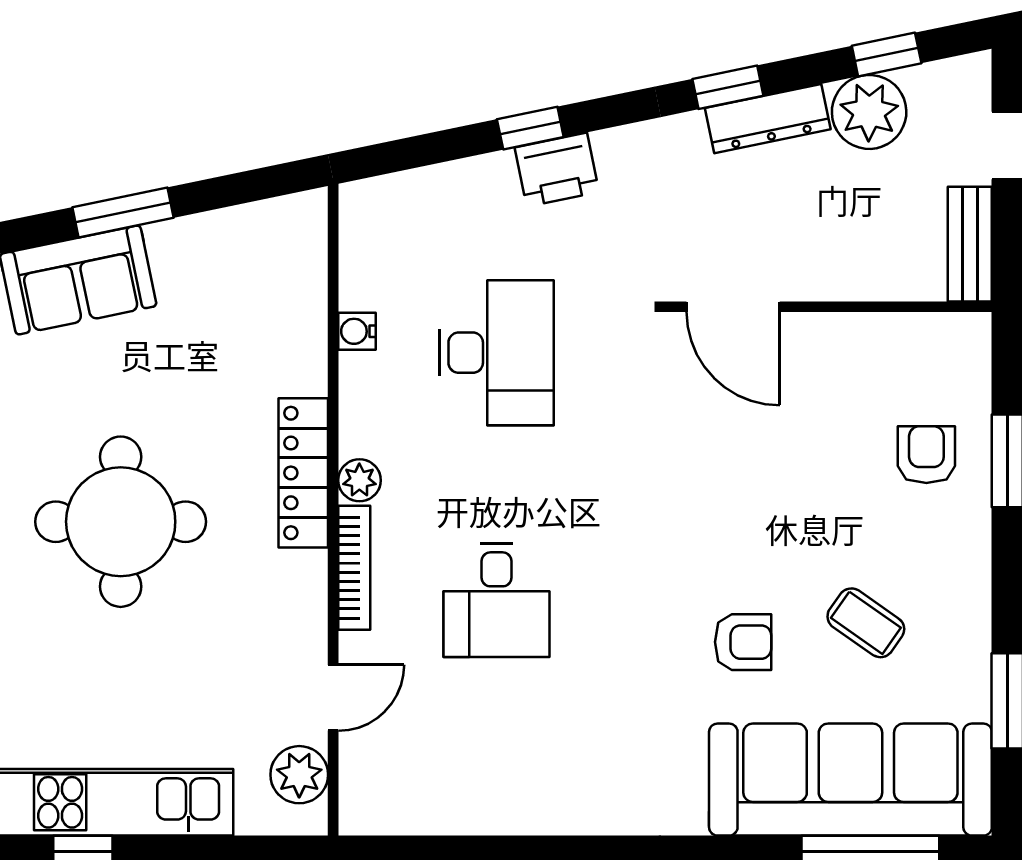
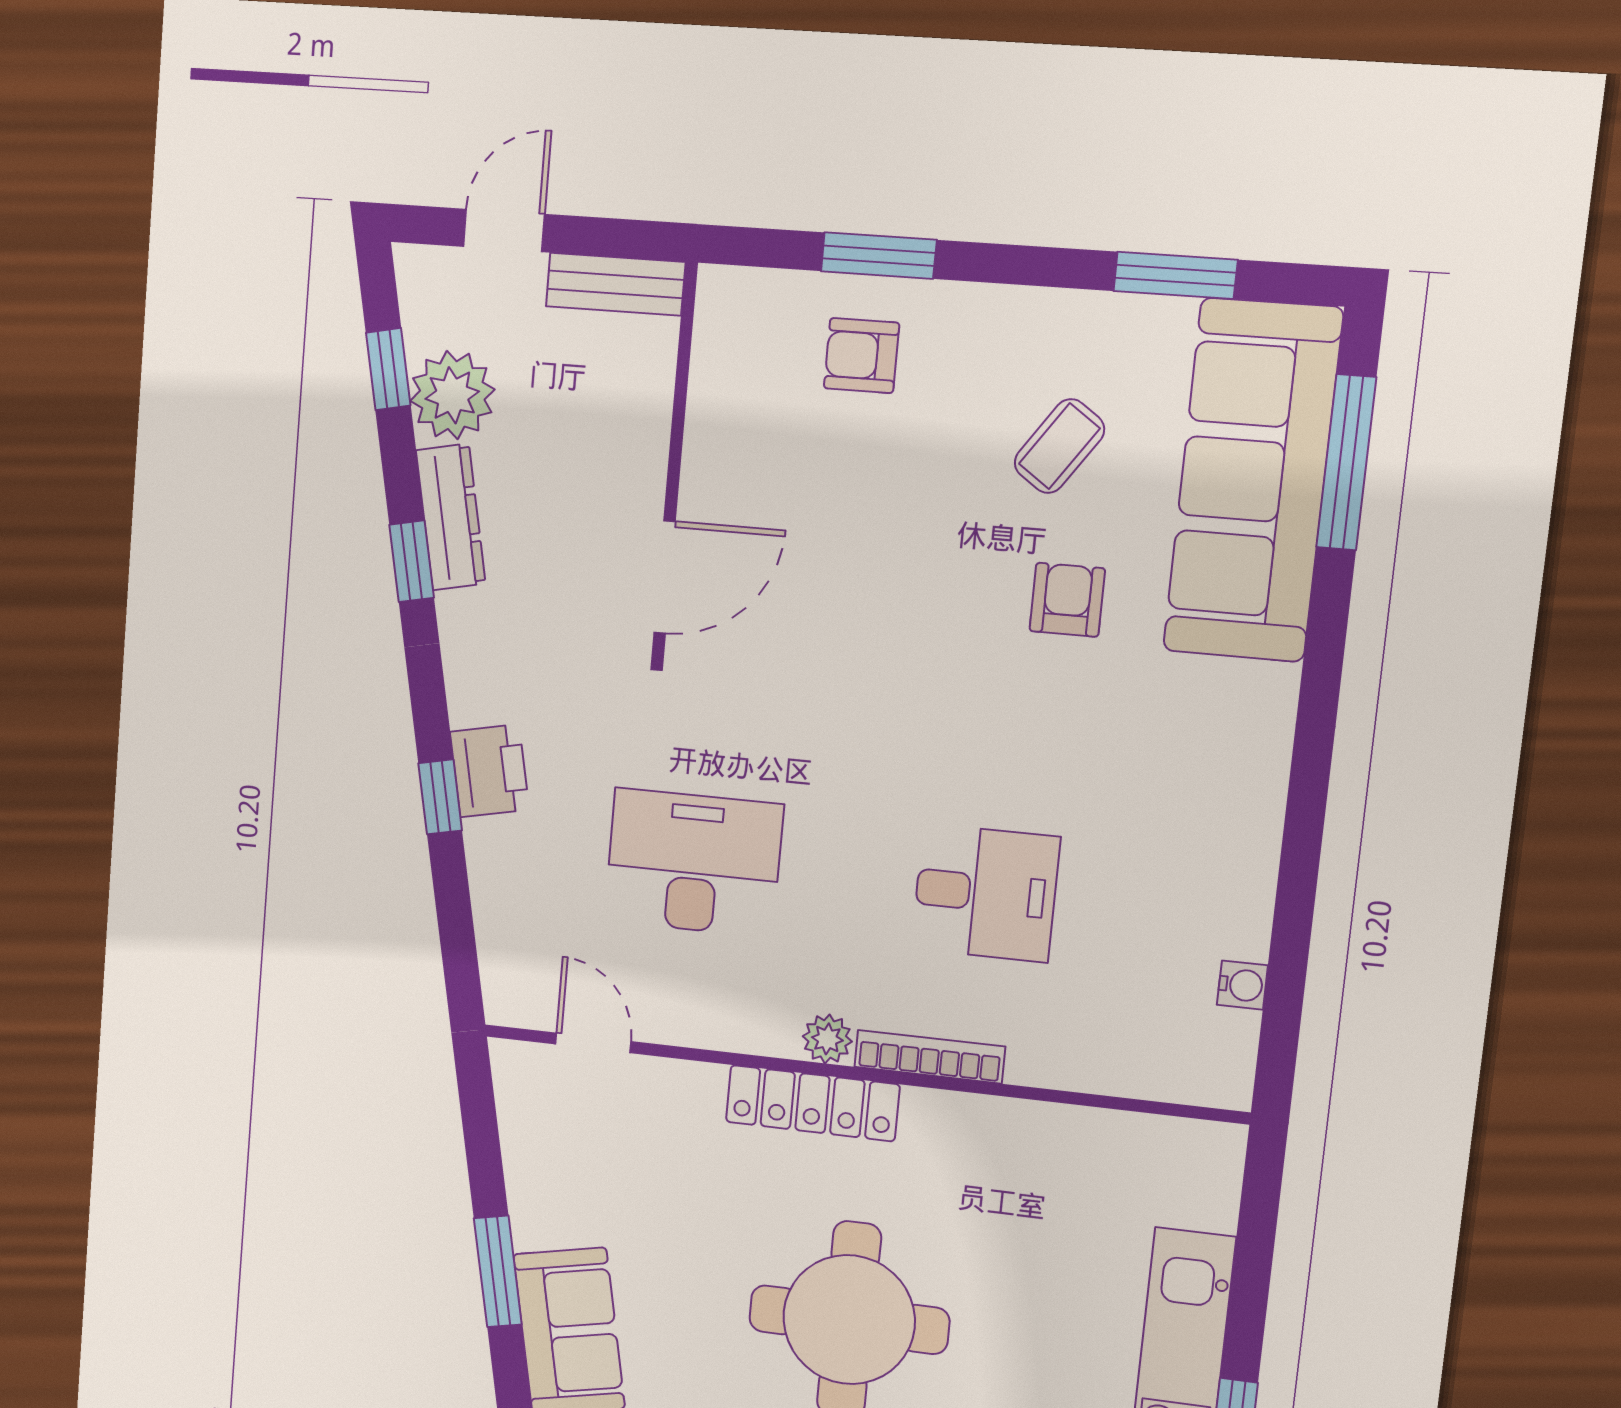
water cooler: (357, 331) -> (1242, 985), moved, turned -90
door: (333, 698) -> (593, 1043), moved
plant: (299, 775) -> (1171, 1150), removed

